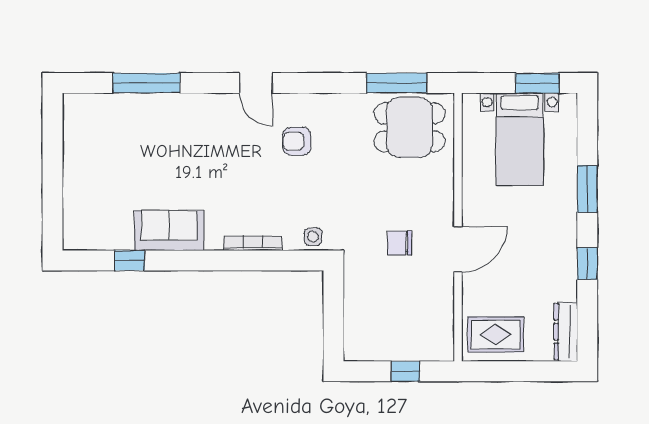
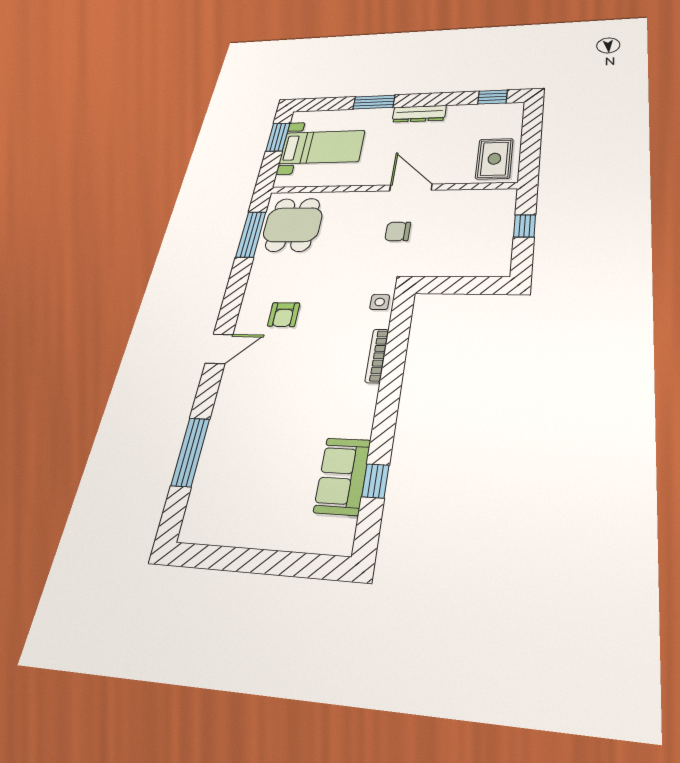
sofa: (169, 230) -> (342, 476), moved
chair: (400, 243) -> (398, 231), turned 90
window: (587, 264) -> (493, 97), moved
dresser: (566, 332) -> (419, 114), moved

